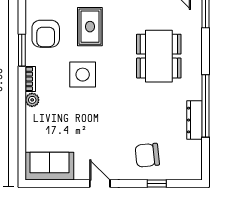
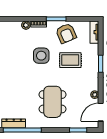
armchair: (46, 34) -> (66, 33), turned -113
dining table: (159, 56) -> (52, 102), turned 90

